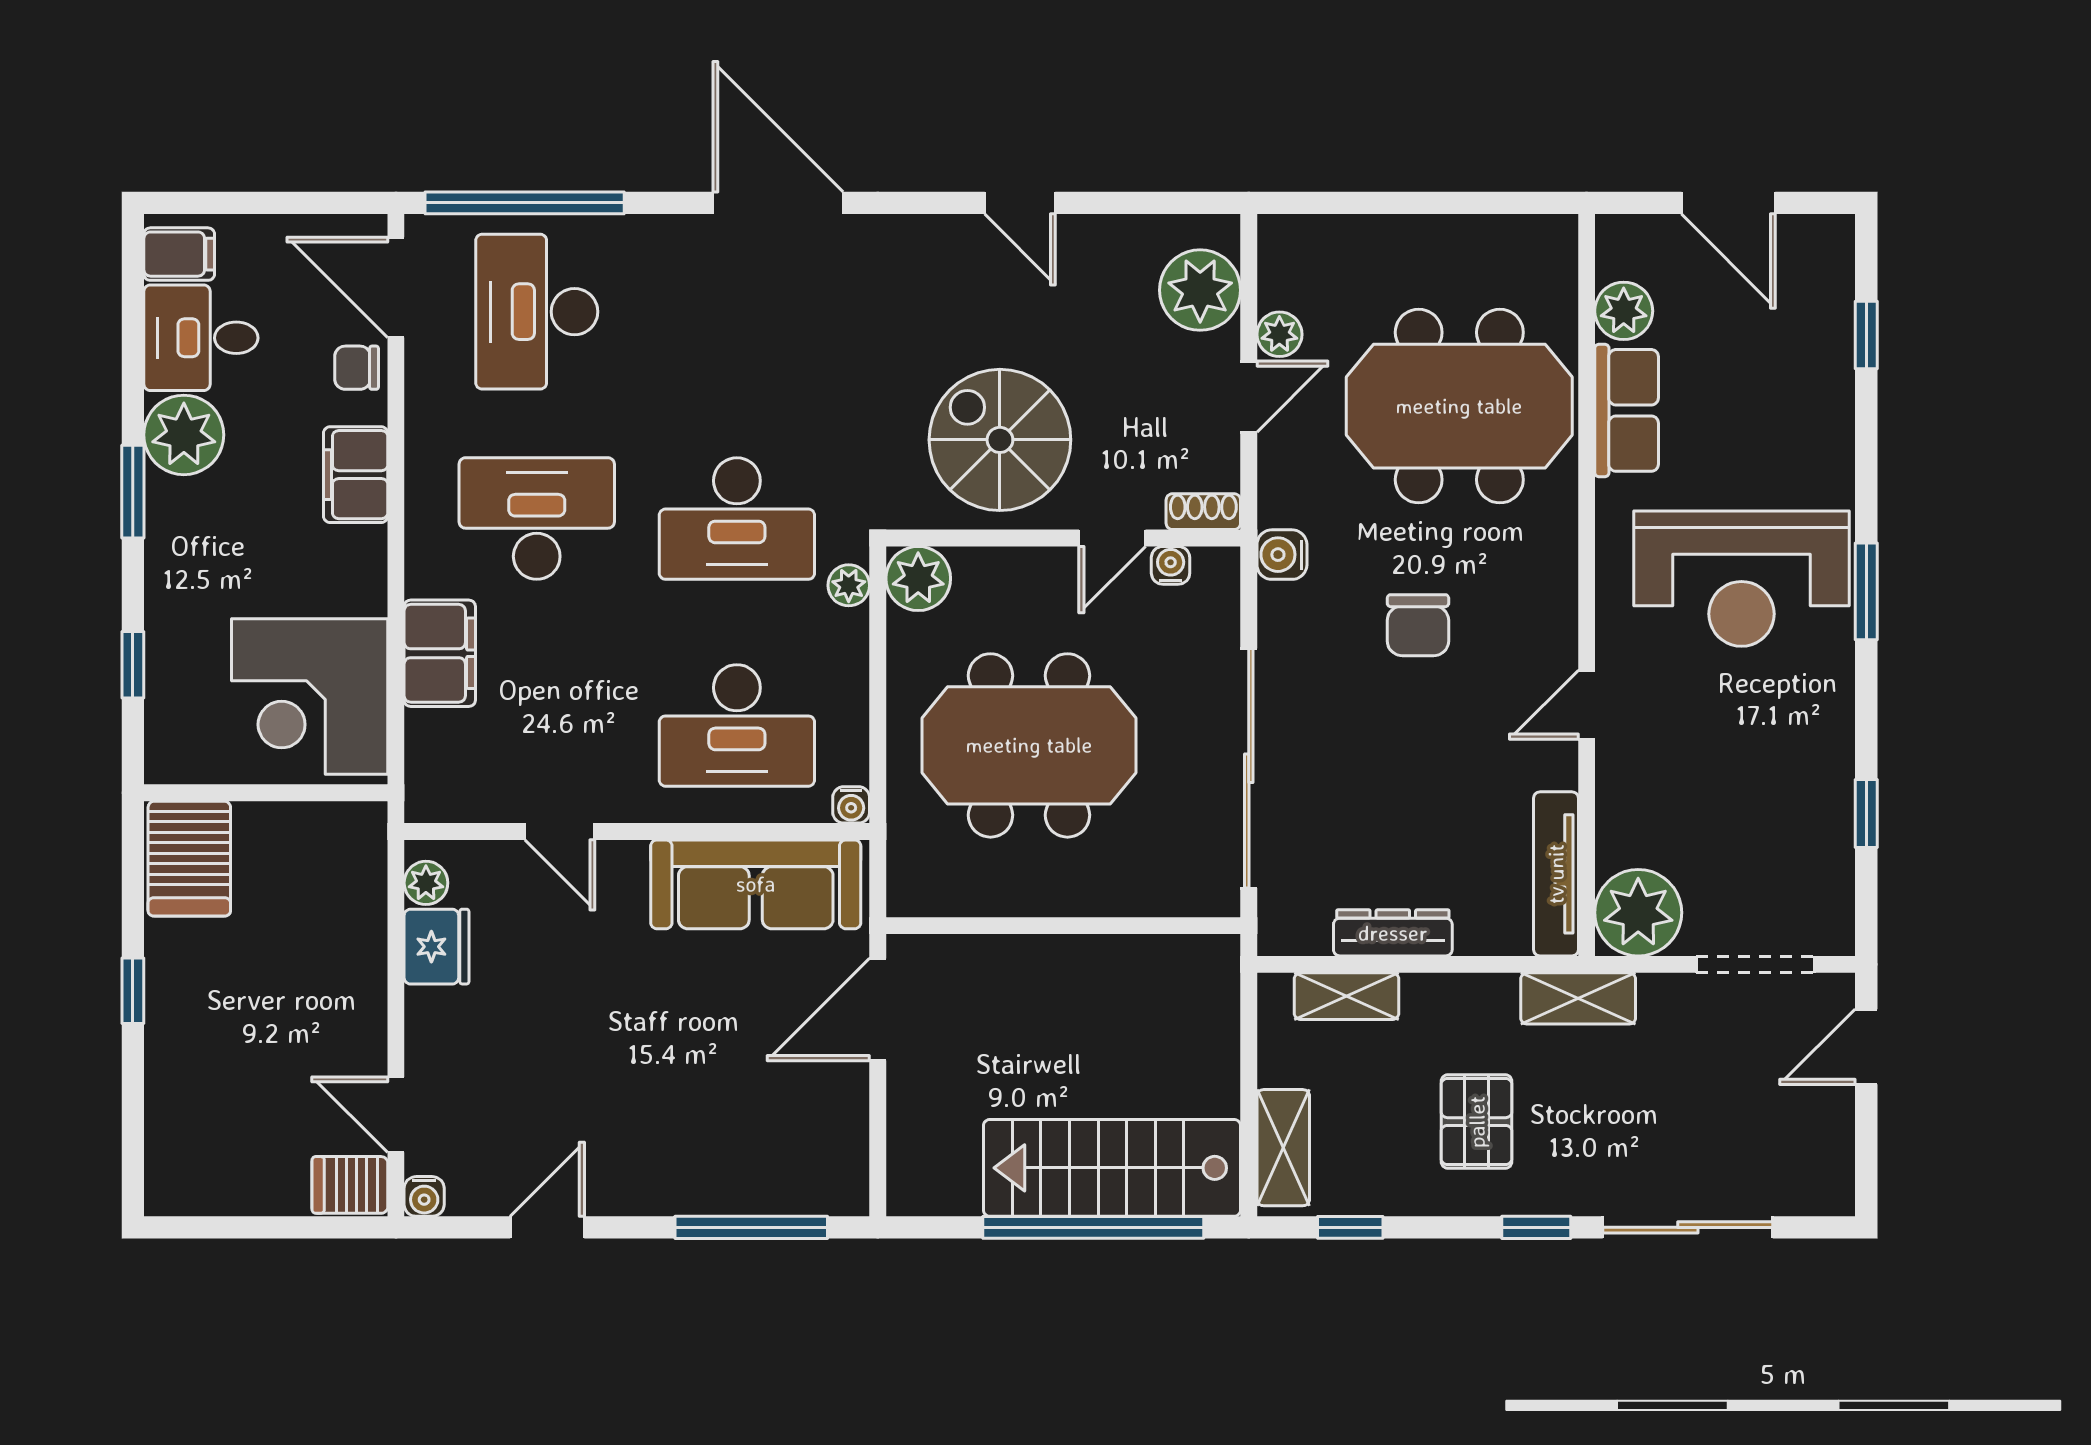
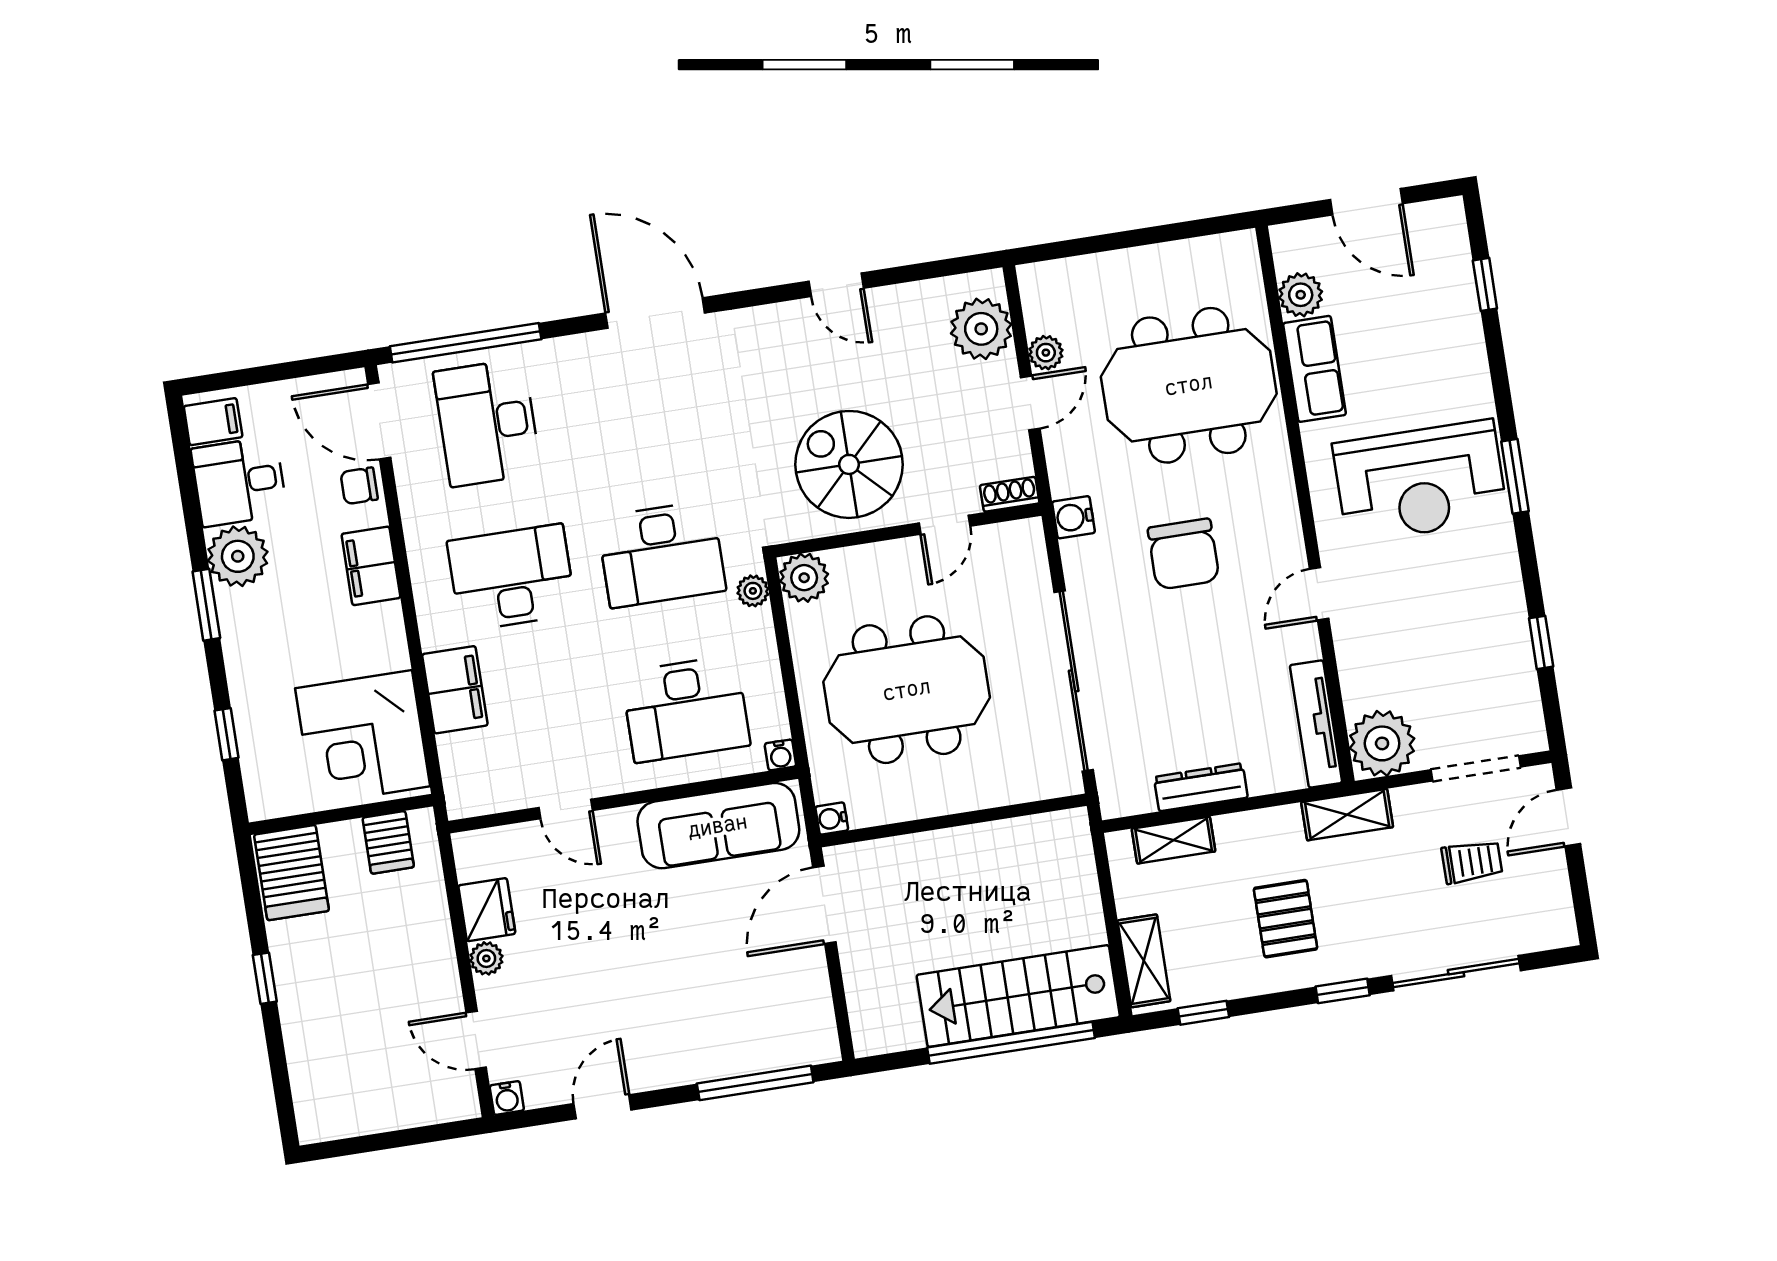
water cooler: (1171, 565) -> (832, 818), moved, turned -90
chair: (1418, 625) -> (1184, 554), width x1.37, depth x1.37
plant: (426, 883) -> (486, 958), moved
trolley: (1731, 1085) -> (1472, 862), added
server rack: (350, 1185) -> (388, 842), moved, turned -90

